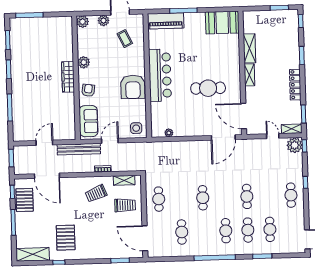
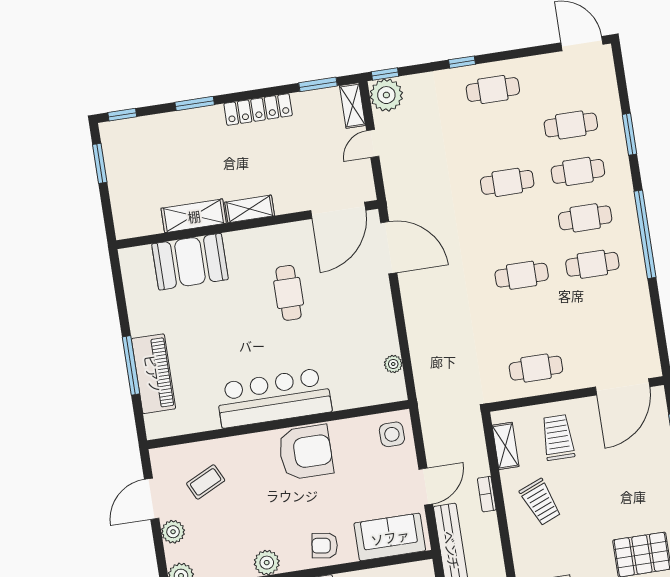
piano: (166, 21) -> (153, 374), moved
booth: (222, 23) -> (190, 262), moved, turned 90
cafe table: (208, 88) -> (289, 293), width x0.73, depth x0.74
door: (110, 141) -> (426, 487), swing flipped
cafe table: (182, 232) -> (592, 264), moved

